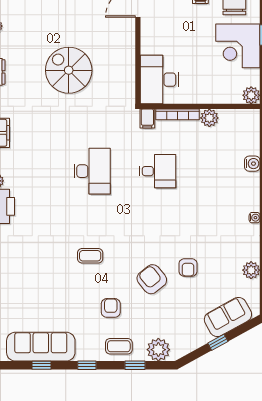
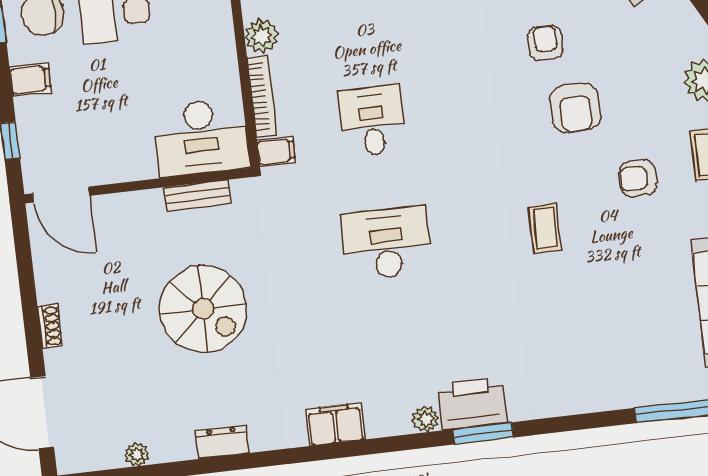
spiral stairs: (69, 70) -> (203, 309), turned -90
bench: (129, 74) -> (198, 196), added
armchair: (188, 267) -> (545, 43), turned -90
armchair: (152, 279) -> (575, 108), turned -51

